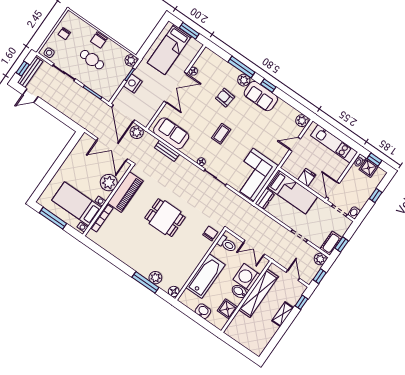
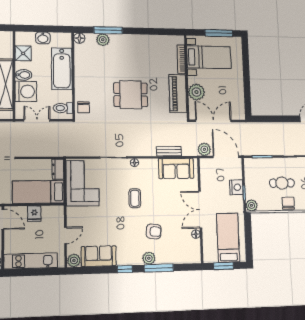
sofa: (261, 96) -> (99, 256), moved

